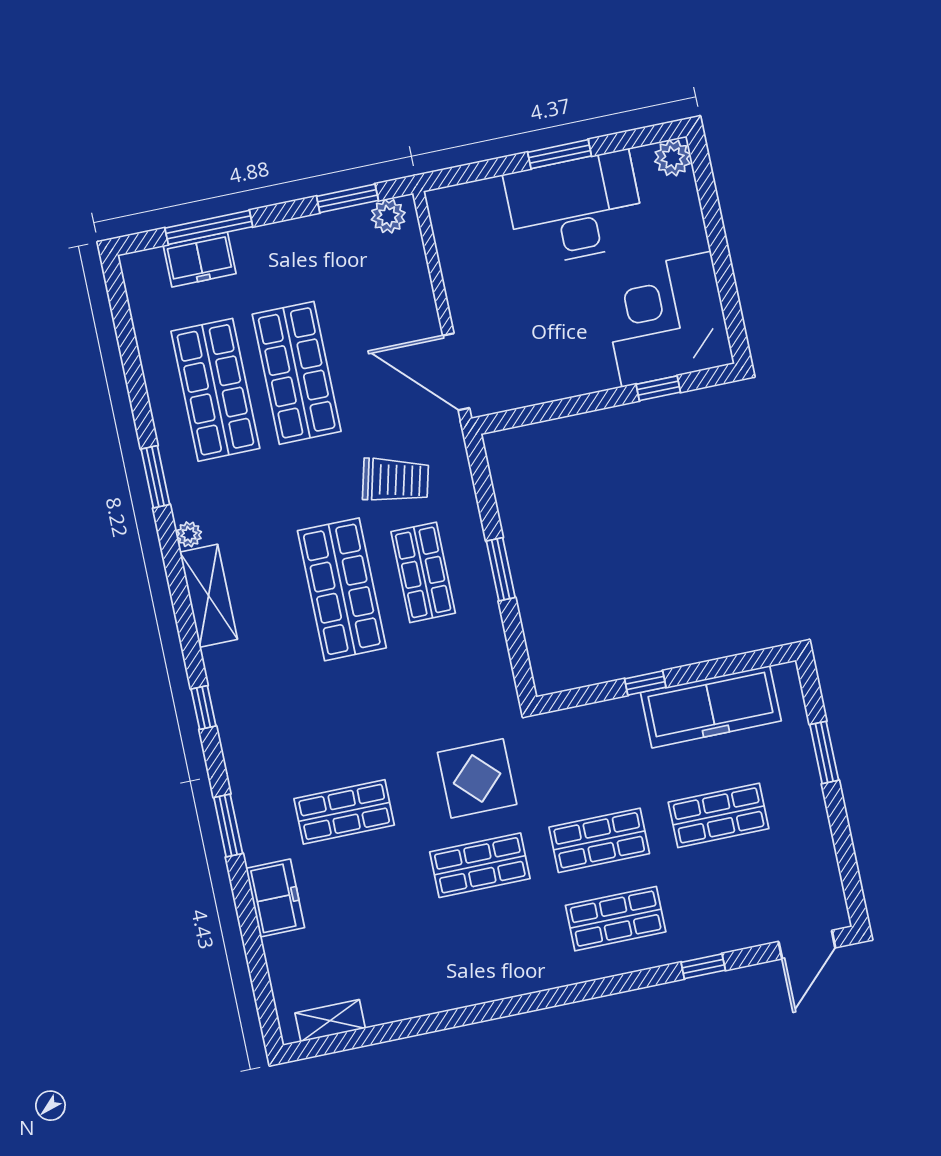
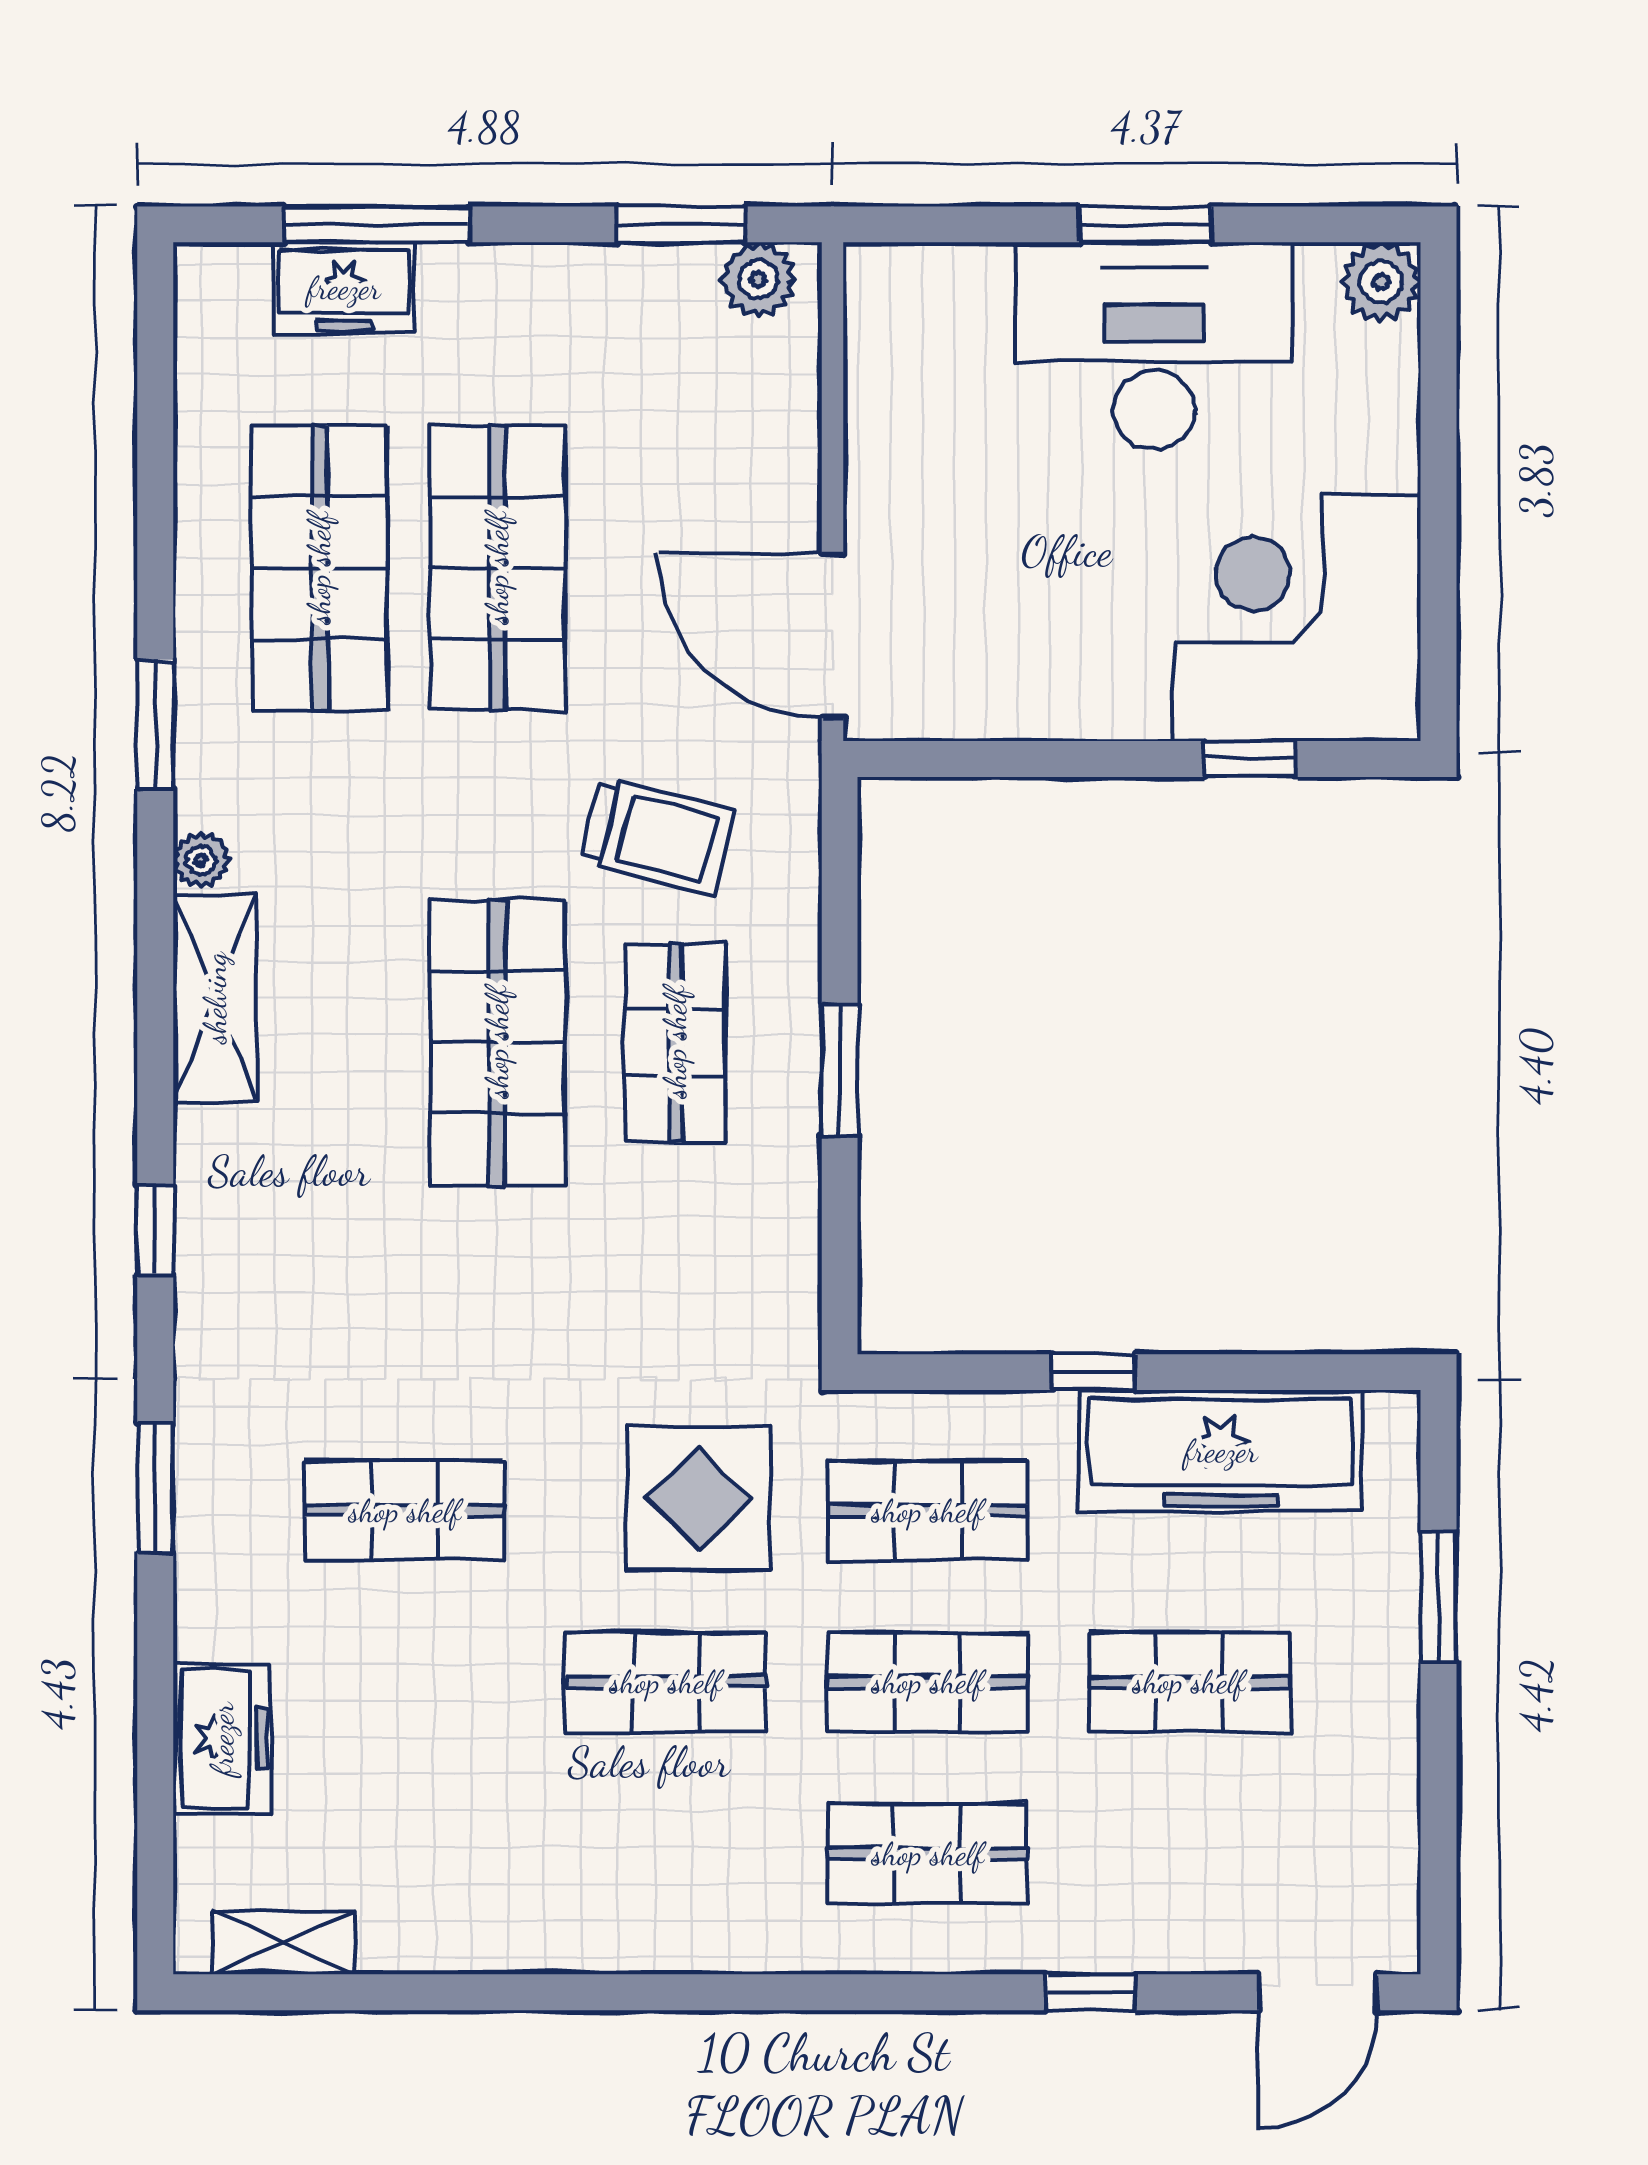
shop shelf: (583, 762) -> (928, 1511), added
freezer: (275, 898) -> (222, 1739), moved

